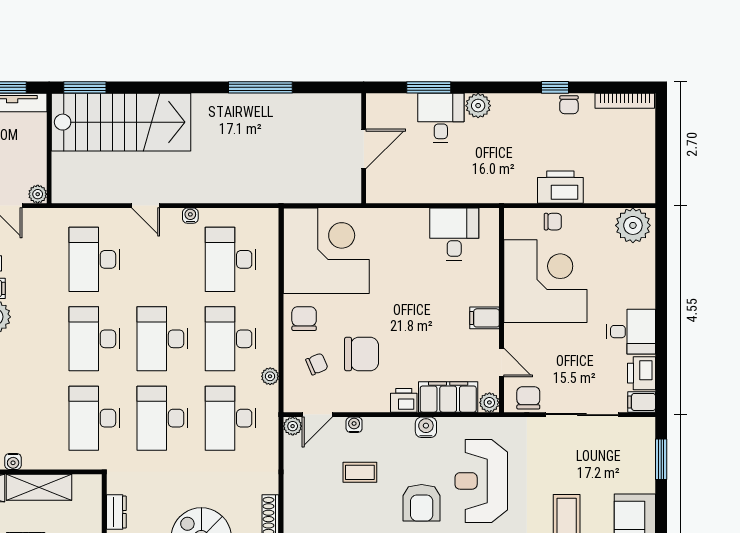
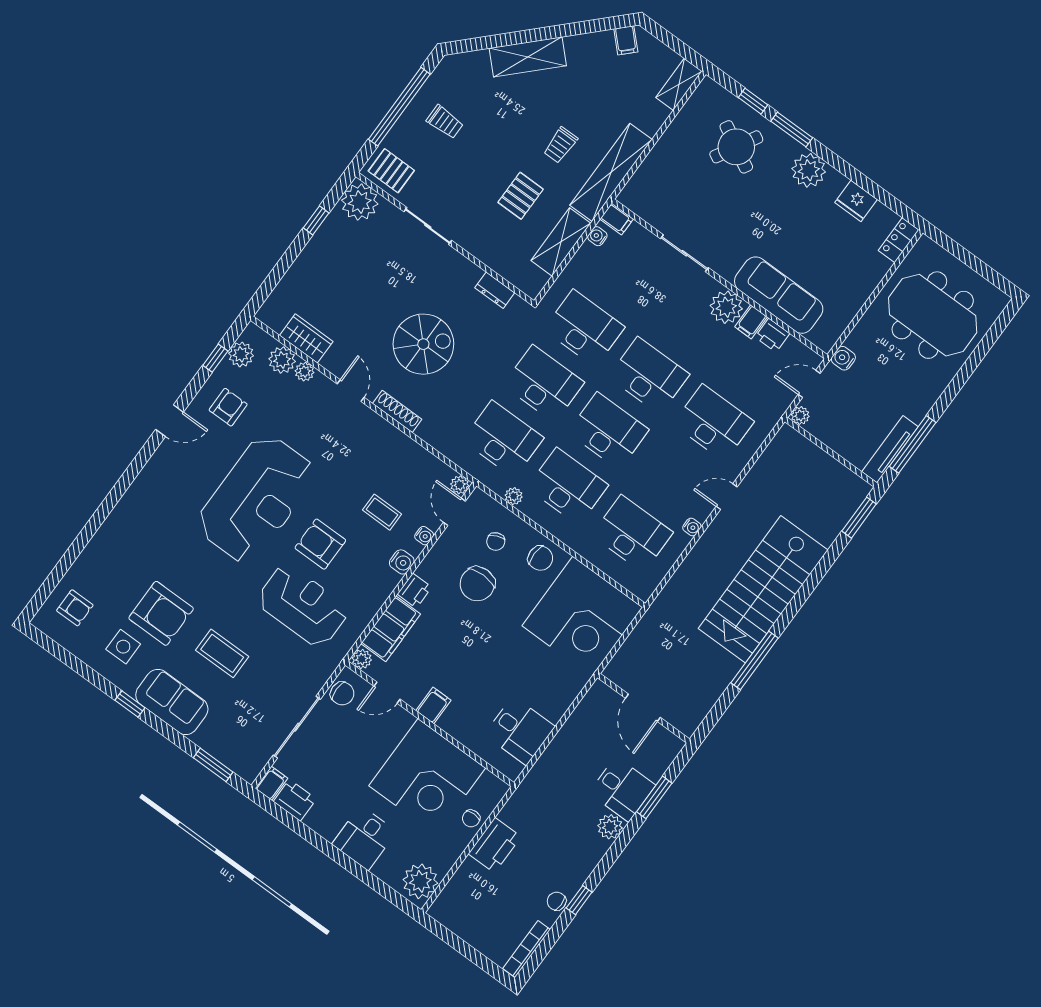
stairs: (121, 122) -> (763, 589), moved
desk: (631, 332) -> (364, 838), moved
water cooler: (426, 427) -> (402, 562), moved
coffee table: (360, 472) -> (382, 512), turned 90

